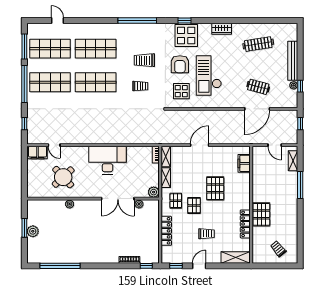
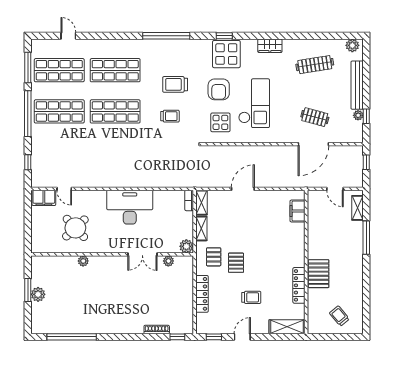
plant: (289, 28) -> (352, 45), added
checkout: (209, 76) -> (254, 103), turned 180
pallet: (215, 188) -> (262, 242), removed
double door: (118, 199) -> (142, 254), width x0.73

